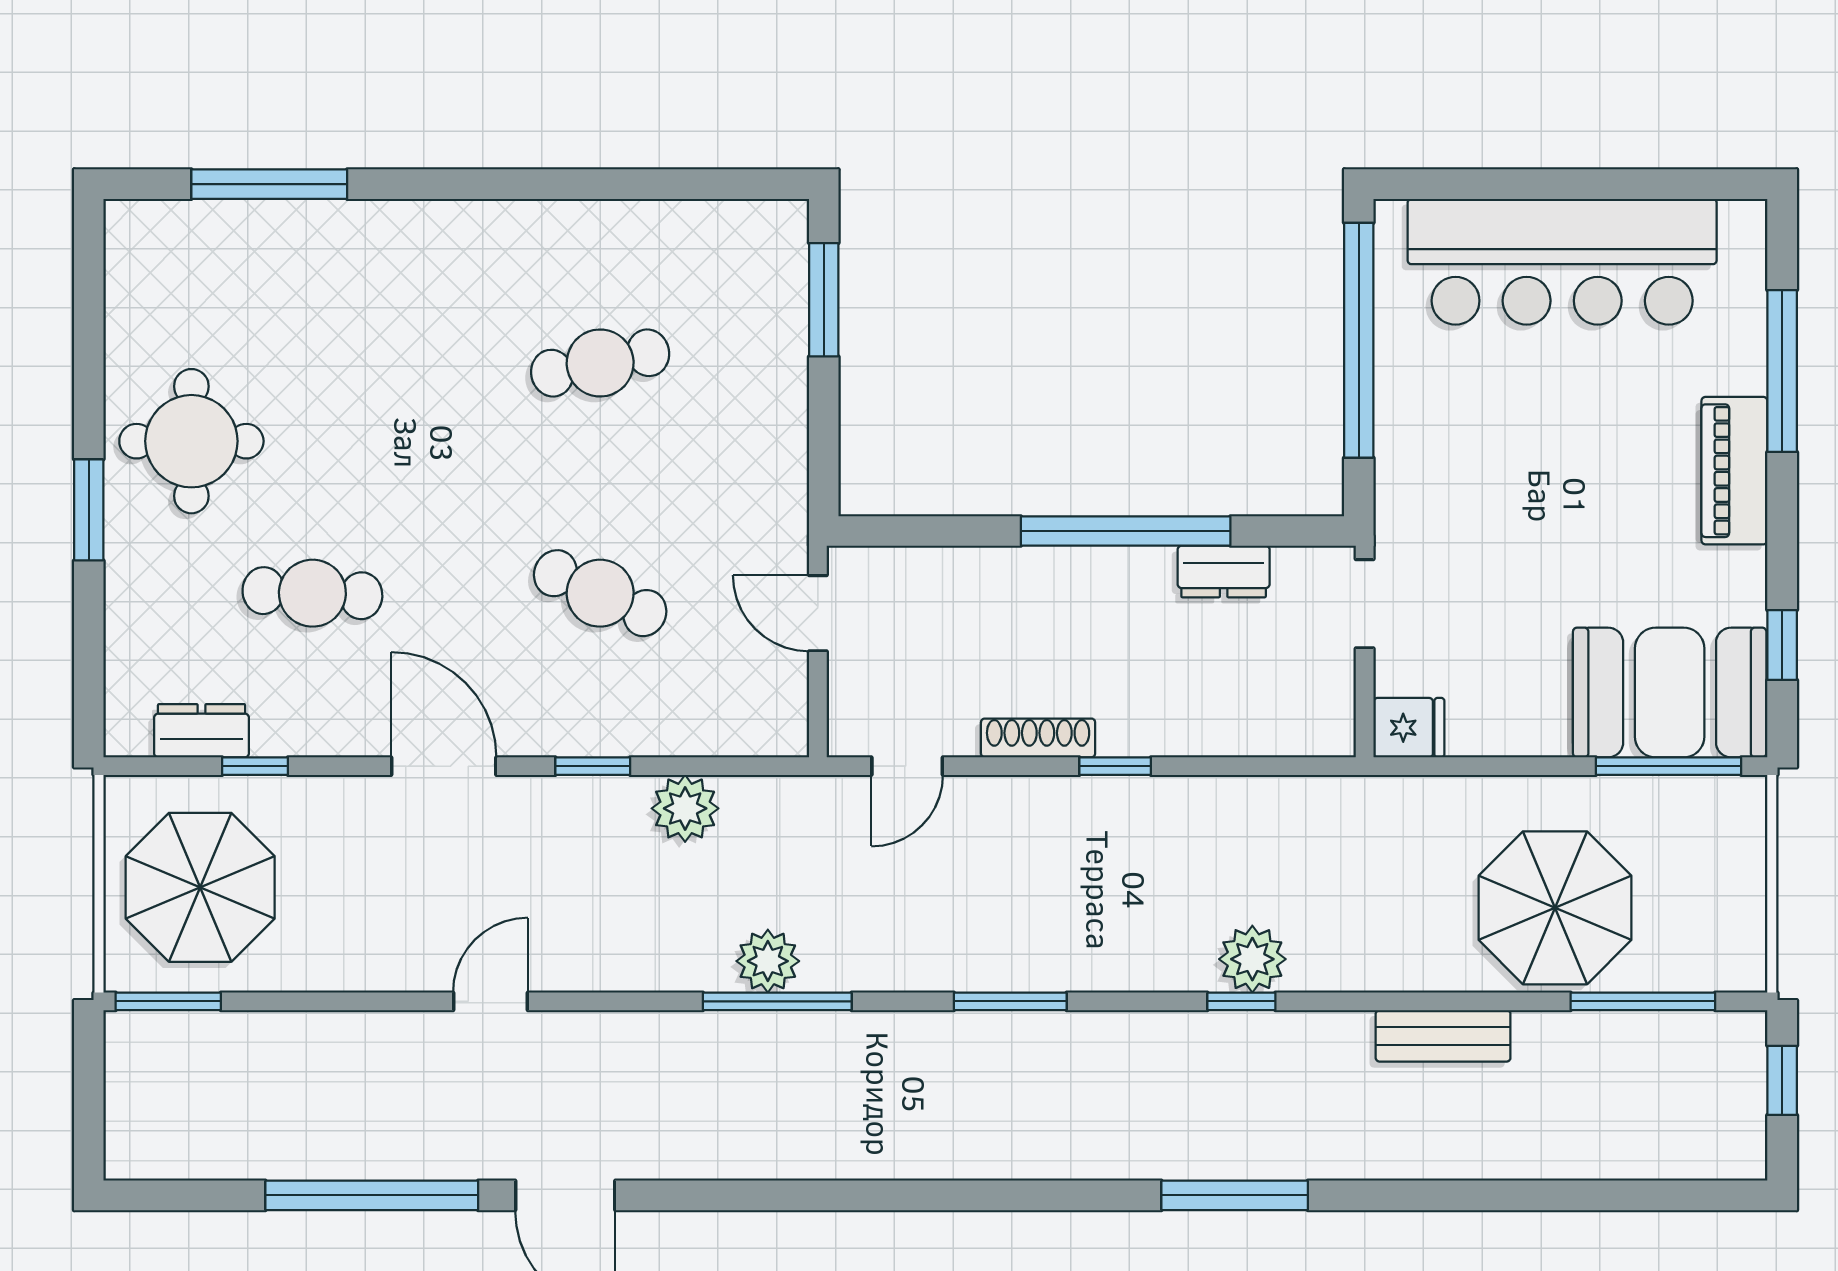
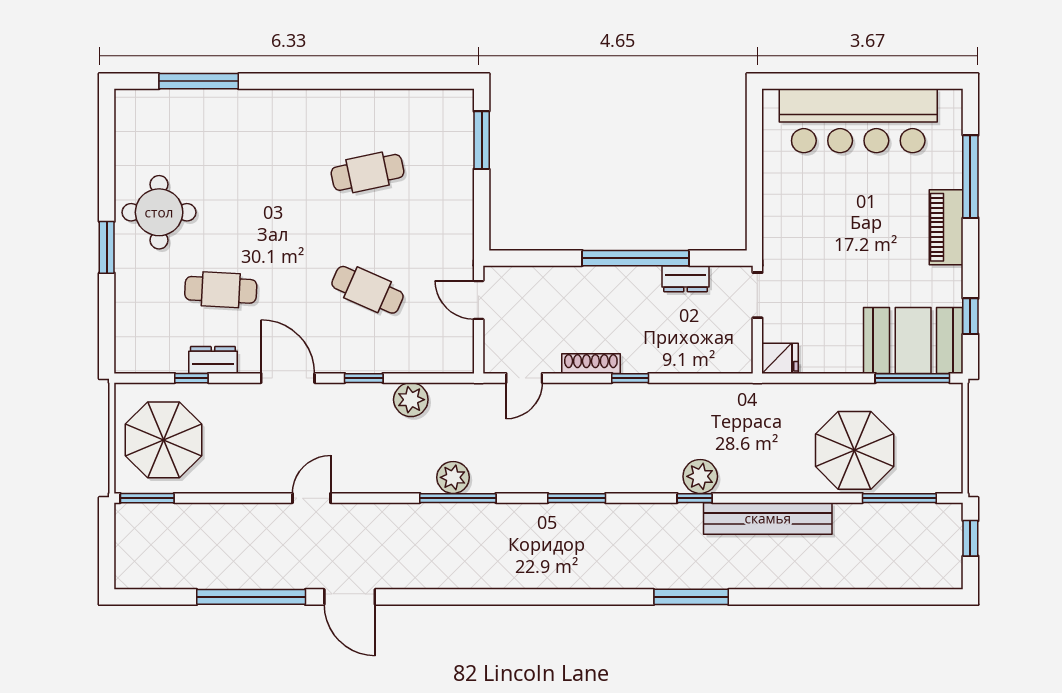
window: (1359, 340) -> (754, 161), removed
dresser: (202, 731) -> (213, 360), moved
bench: (1443, 1036) -> (768, 518), width x1.86, depth x1.21

